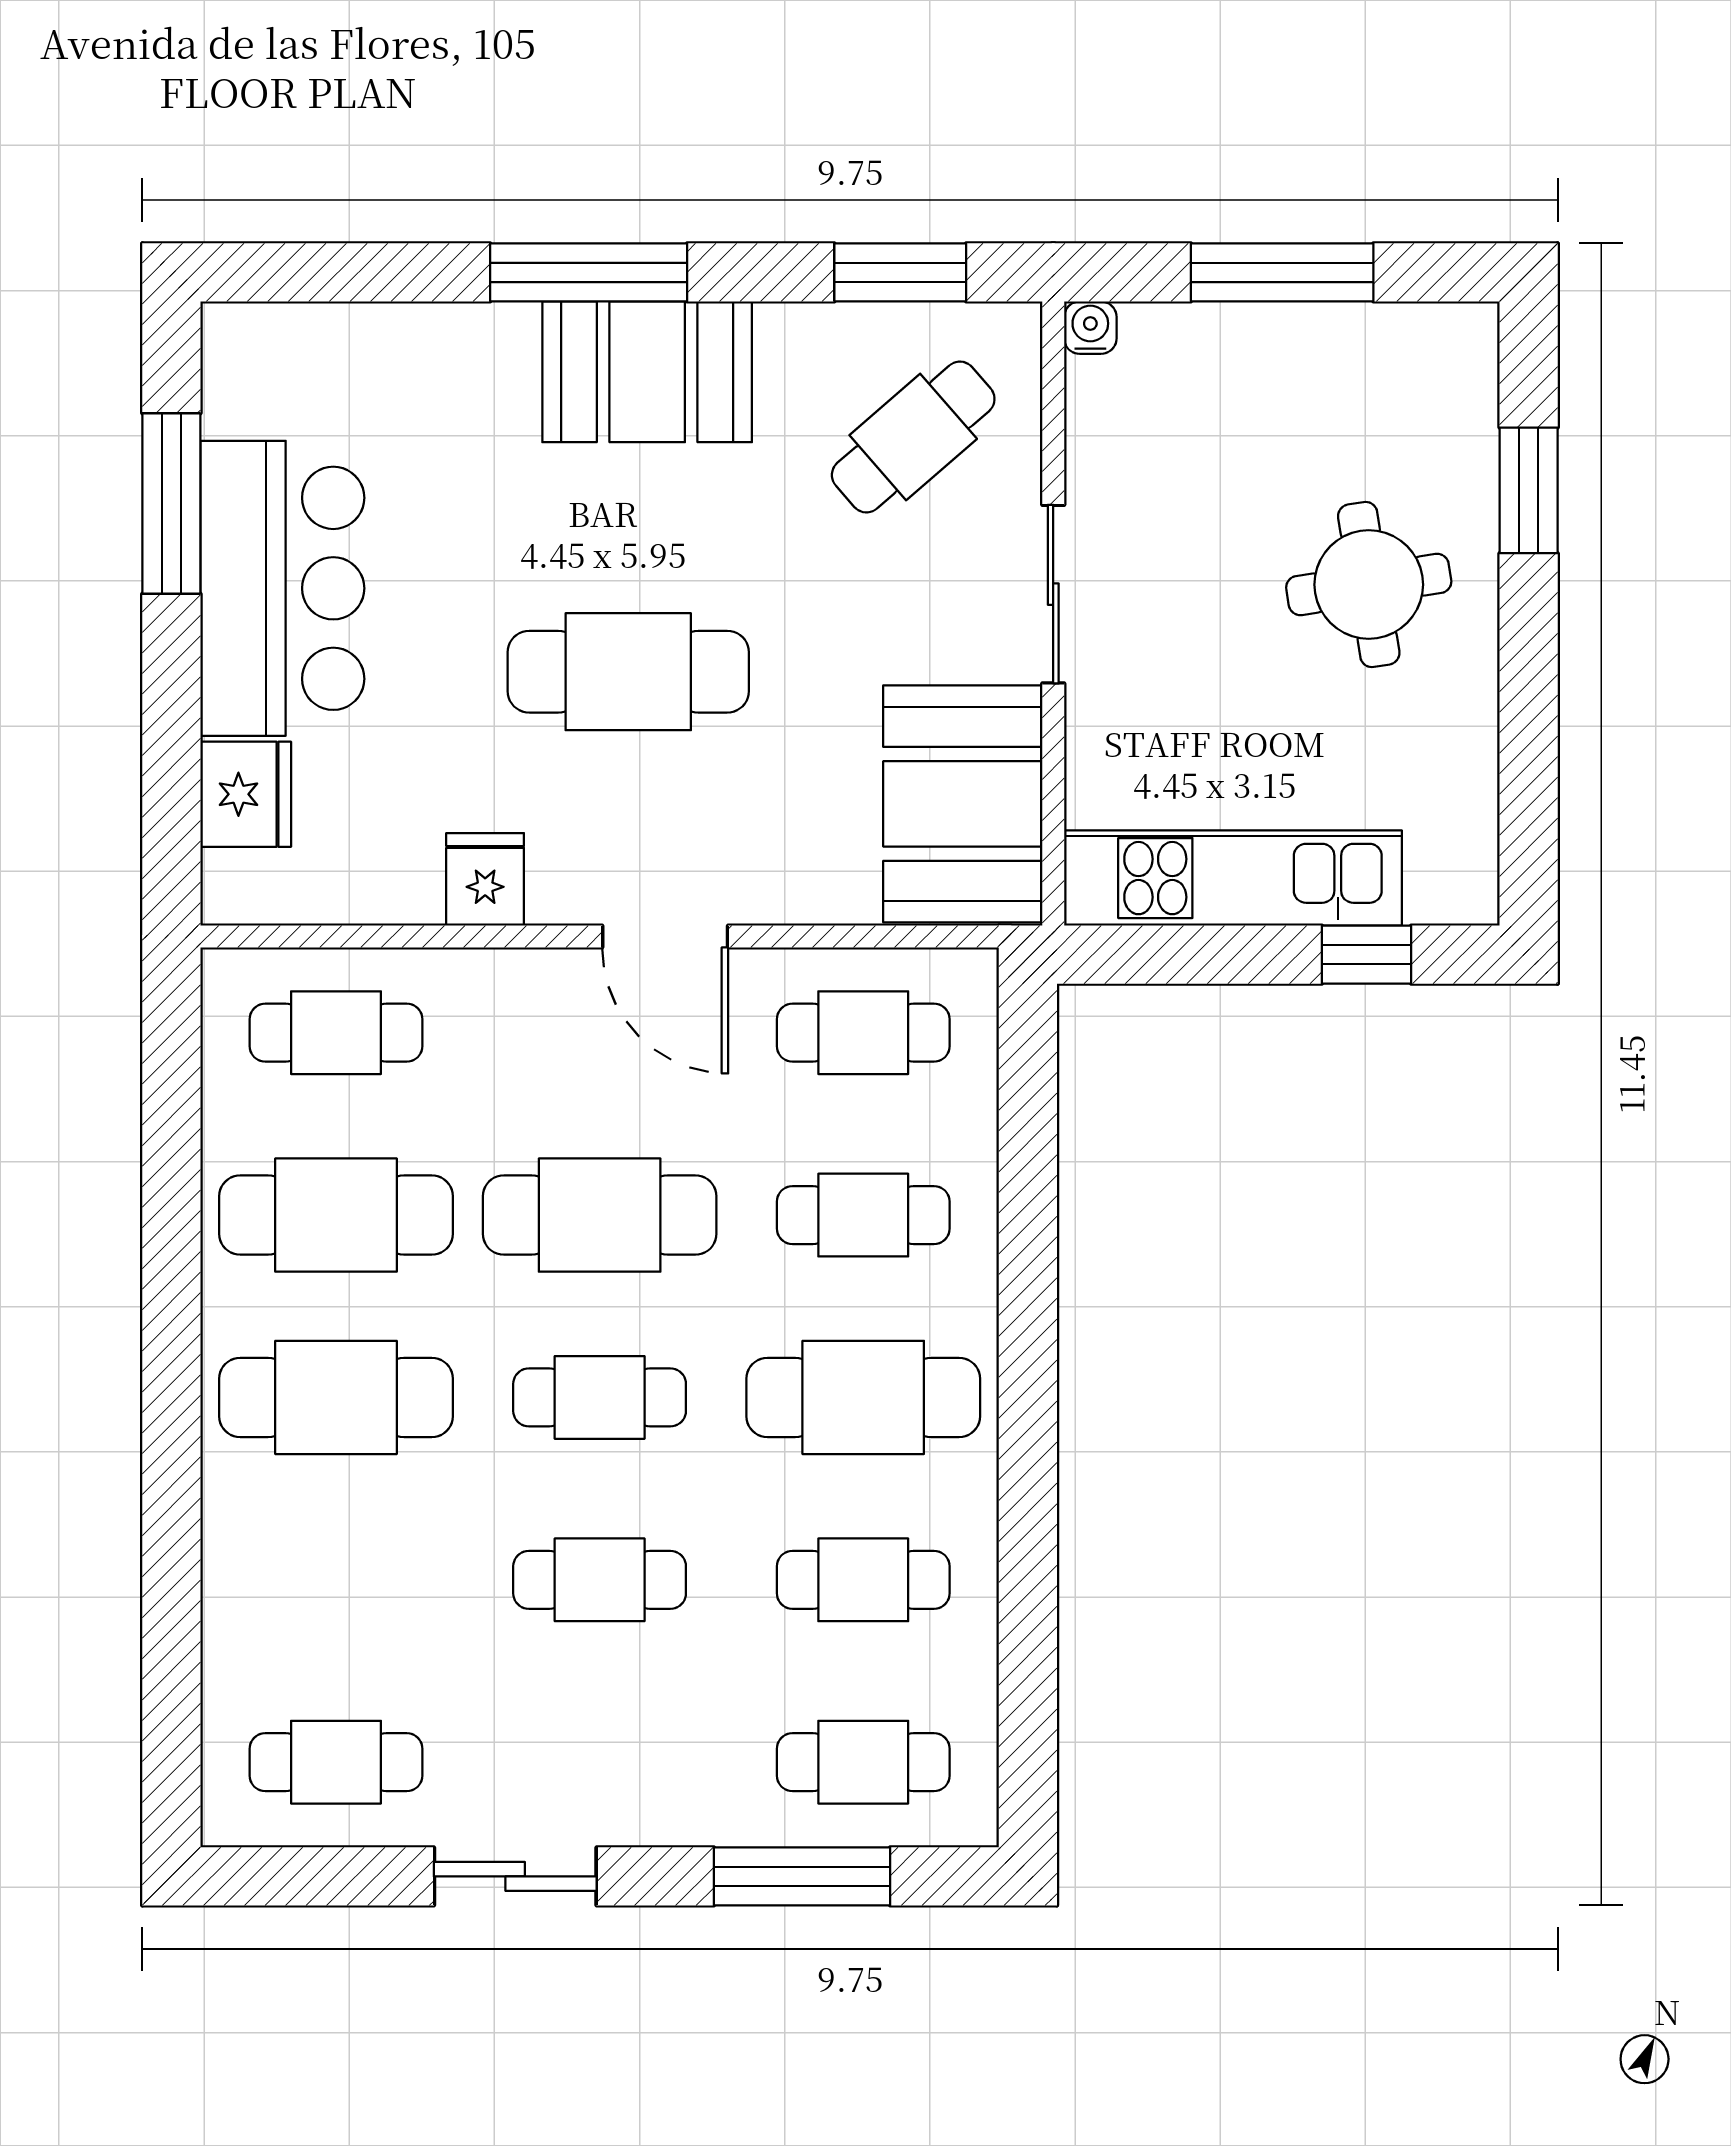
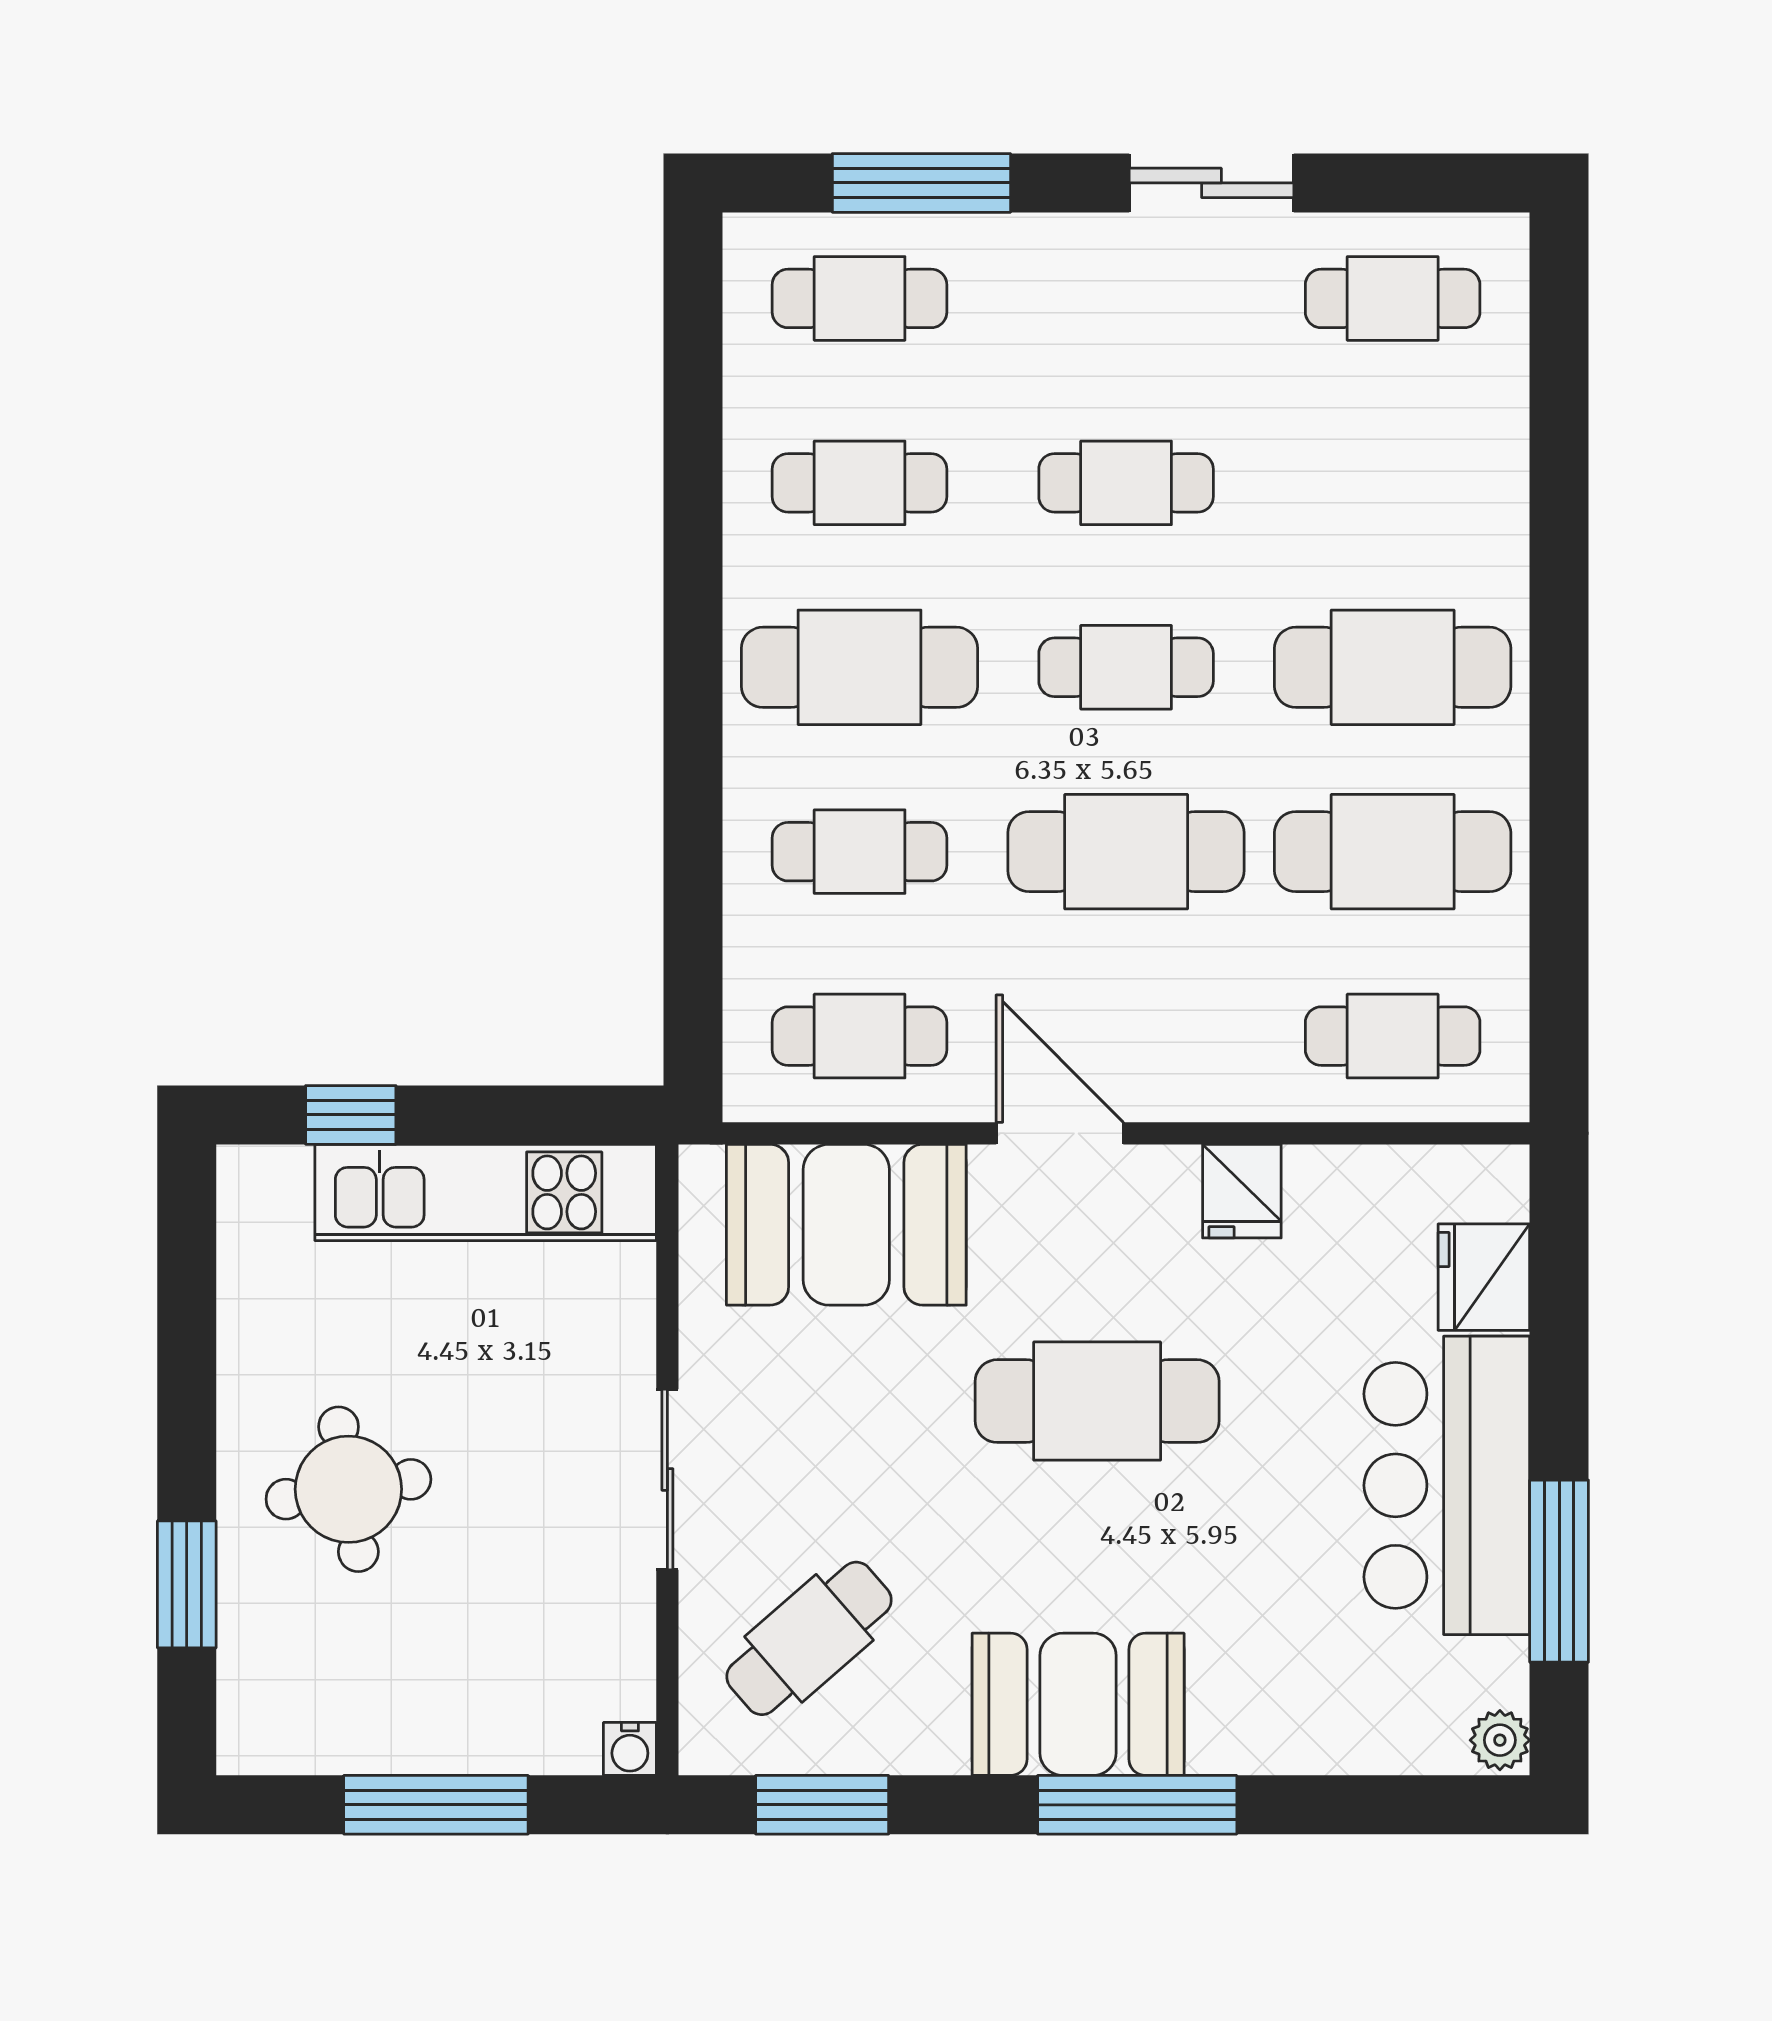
plant: (230, 336) -> (1500, 1740), added
booth: (963, 804) -> (846, 1225), moved, turned 90

